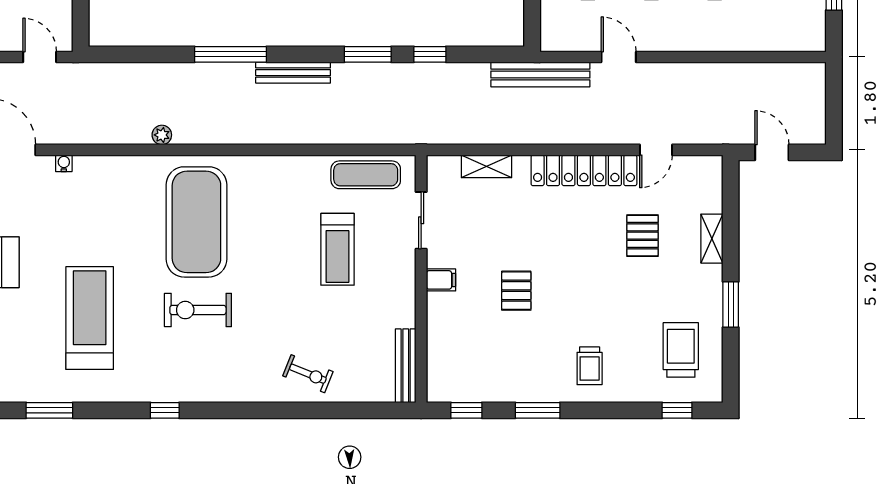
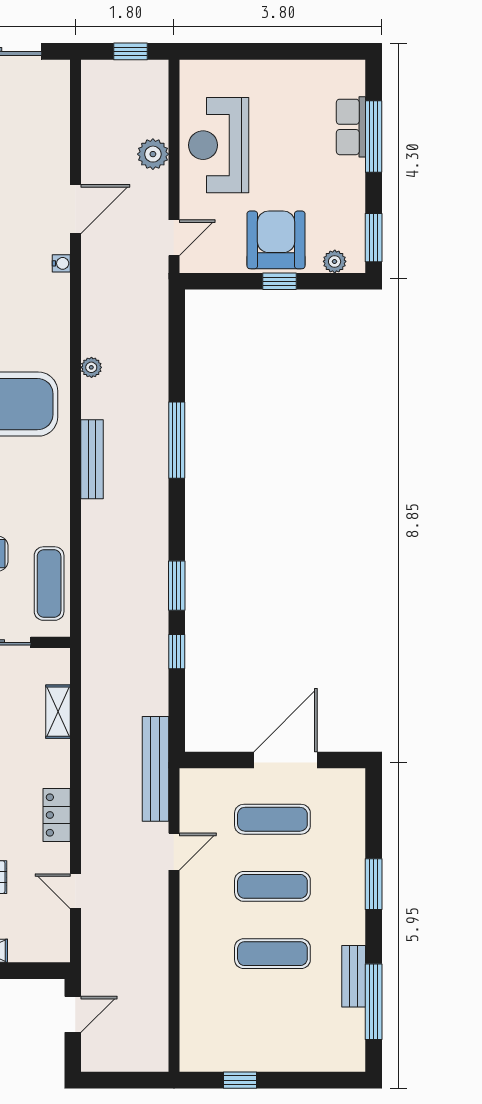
bench: (293, 73) -> (92, 459), moved
locker: (584, 170) -> (57, 815), width x0.46, depth x0.83

